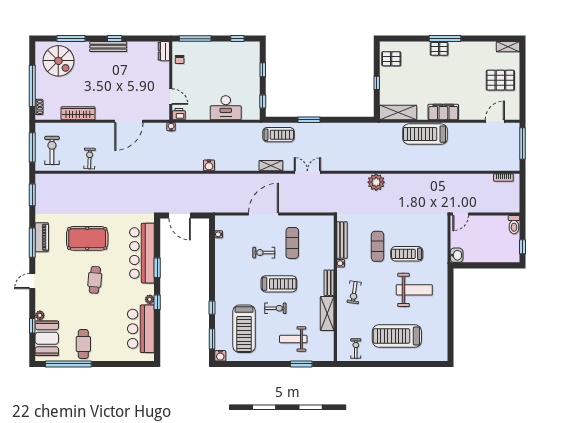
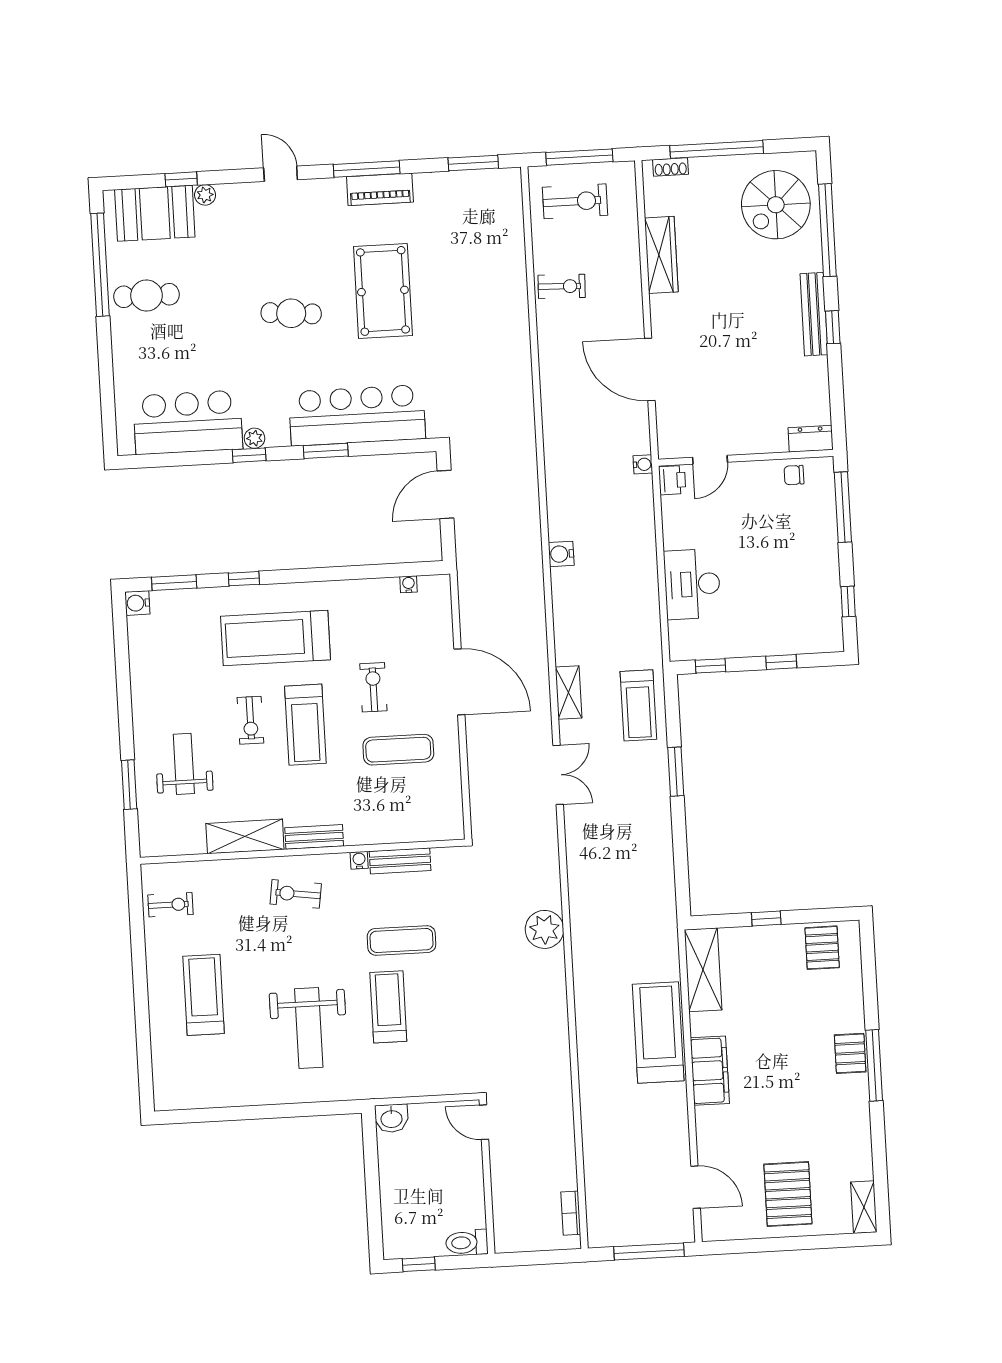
window: (71, 39) -> (827, 230), width x1.46
bench: (342, 240) -> (400, 861), width x0.73
treadmill: (244, 329) -> (276, 638), moved
treadmill: (397, 336) -> (204, 995), width x0.73, depth x0.73

